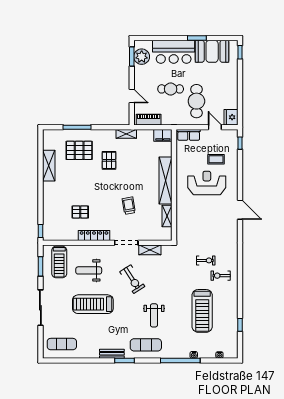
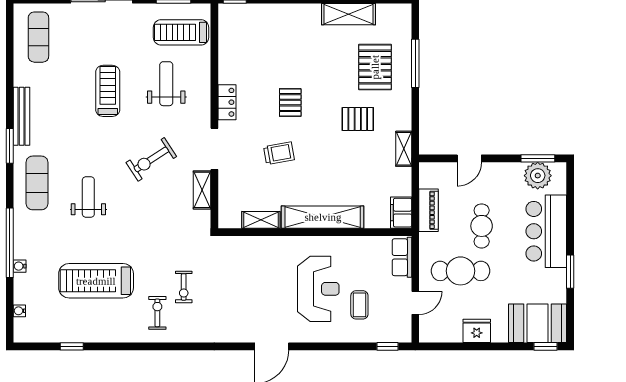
booth: (212, 51) -> (538, 323), moved, turned 90
fridge: (231, 117) -> (477, 331), moved
piano: (149, 120) -> (428, 210), moved
pallet: (80, 212) -> (290, 103), moved
locker: (94, 236) -> (227, 102), width x0.66
treadmill: (93, 304) -> (108, 91), width x0.73, depth x0.73
weight bench: (154, 315) -> (88, 197), turned 90
bench: (112, 354) -> (22, 116), width x1.36

